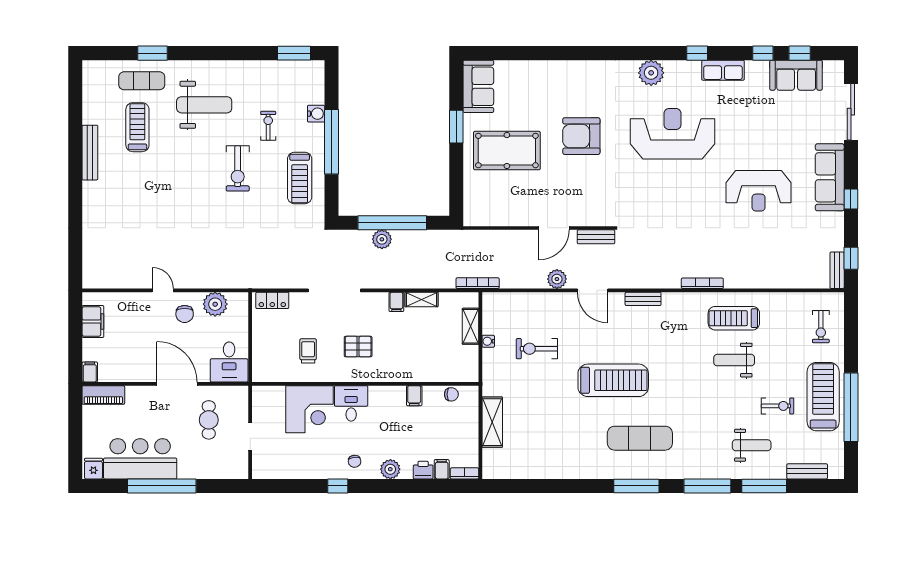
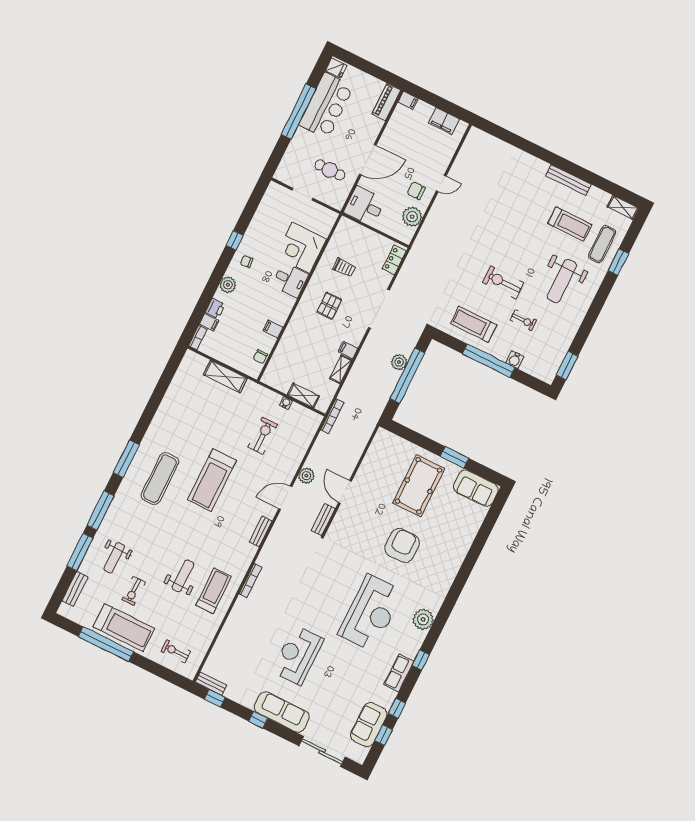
shelving: (90, 78) -> (623, 207), added

